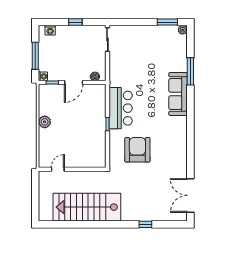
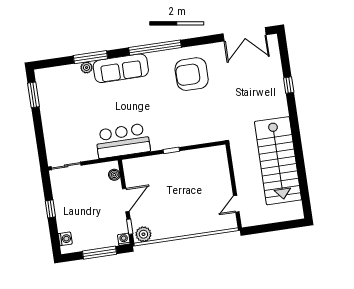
plant: (183, 30) -> (87, 68), moved
door: (74, 83) -> (126, 200), hinge flipped
bar counter: (121, 108) -> (123, 141), moved
plant: (45, 122) -> (143, 234), moved
window: (190, 123) -> (155, 48), added
armchair: (137, 150) -> (192, 74), moved
door: (58, 169) -> (236, 204), hinge flipped

